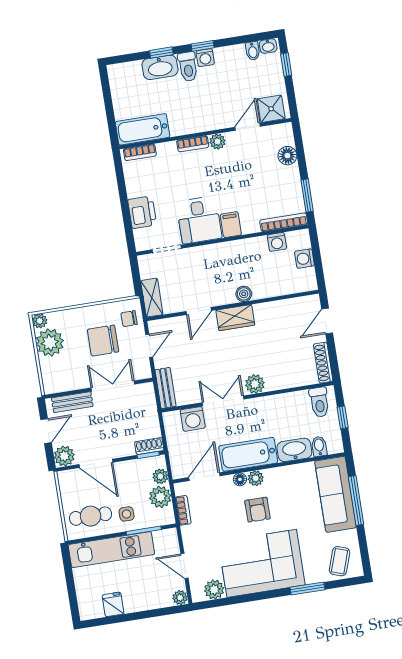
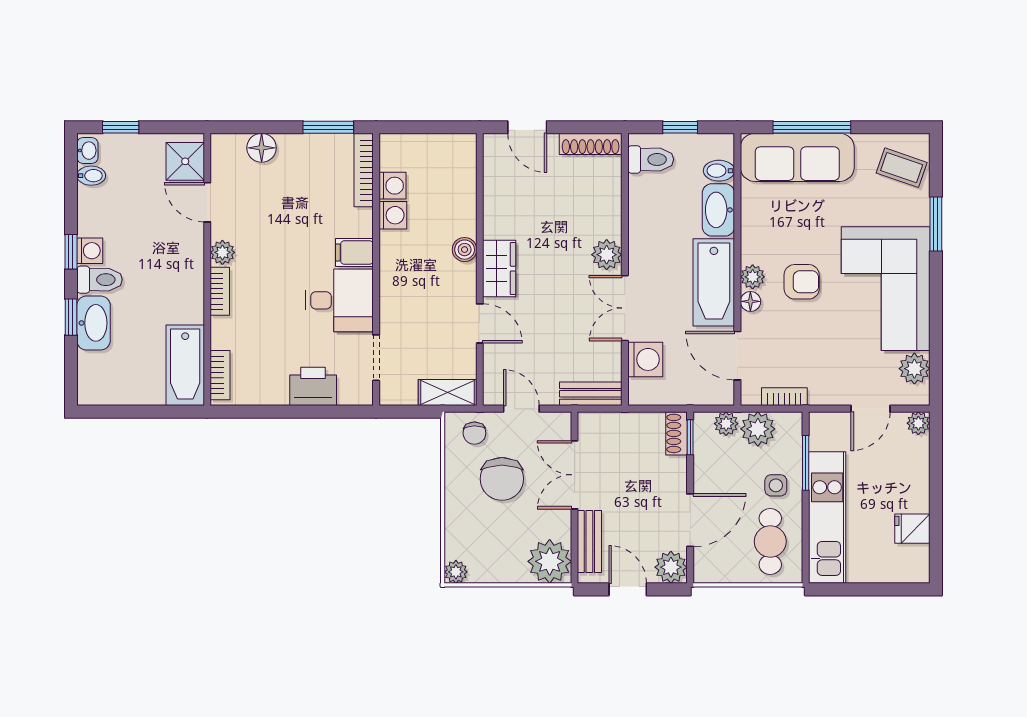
washing machine: (304, 259) -> (393, 215), moved, turned -90
plant: (50, 343) -> (550, 561), moved

